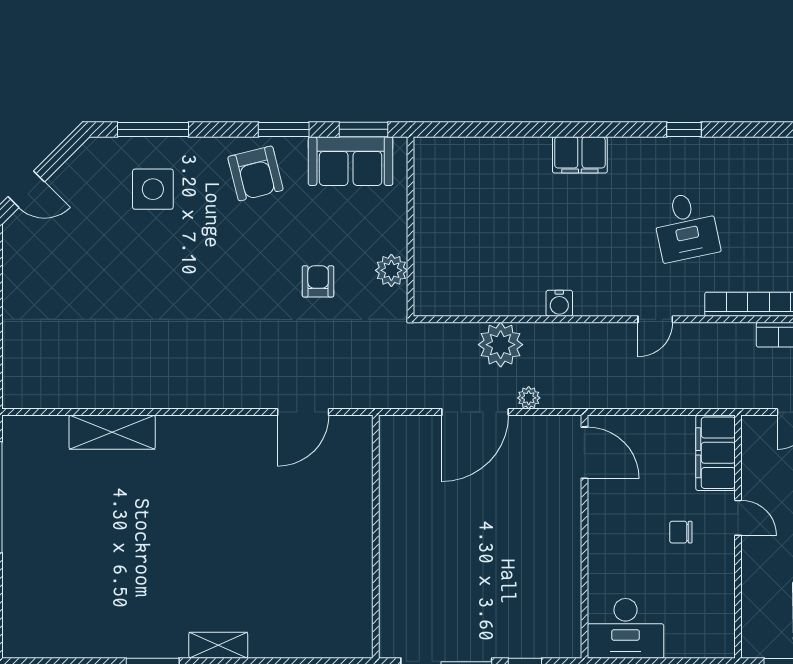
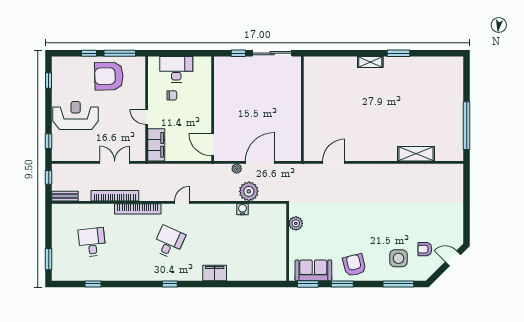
desk: (686, 227) -> (169, 242), turned 36
armchair: (318, 281) -> (425, 249), moved, turned 90
water cooler: (559, 303) -> (243, 209), moved
chair: (681, 532) -> (172, 95), moved
desk: (626, 628) -> (176, 69), moved

